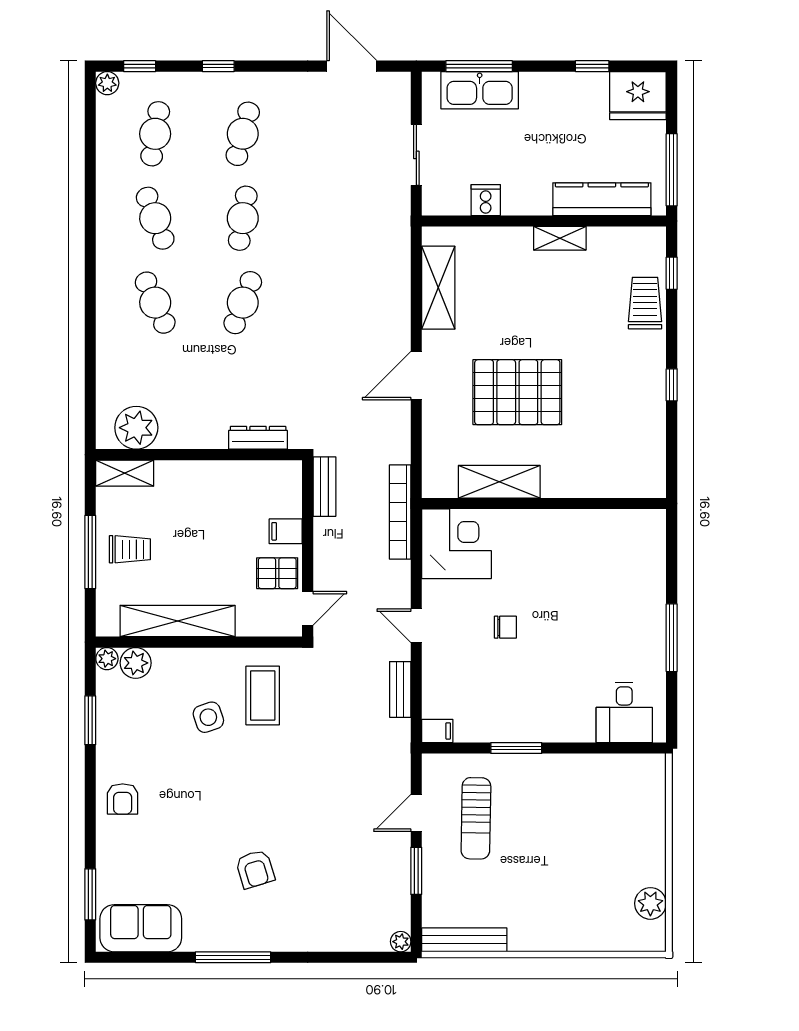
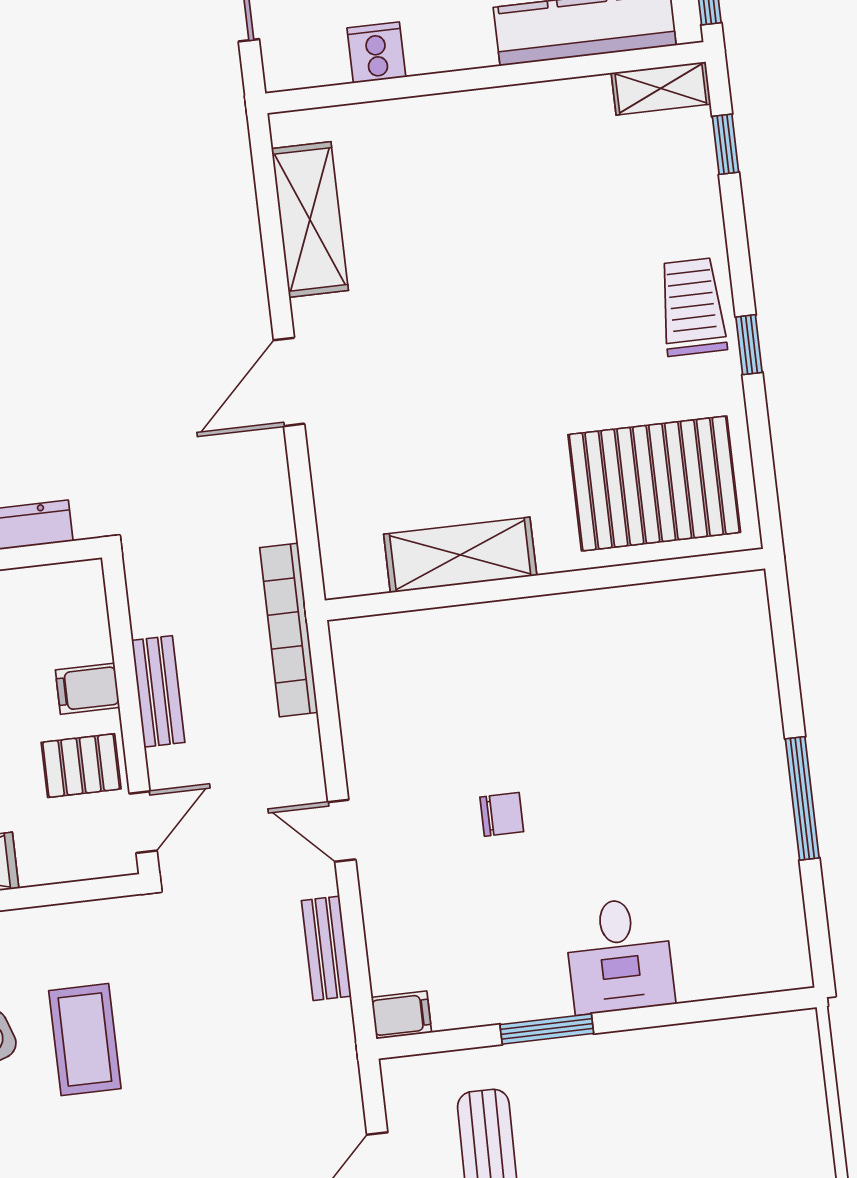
shelving: (560, 238) -> (661, 88), moved
trolley: (645, 303) -> (692, 307), moved
pallet: (517, 392) -> (654, 483), moved
bench: (324, 487) -> (158, 691), moved
corner desk: (457, 544) -> (397, 675), removed
coffee table: (263, 696) -> (85, 1040), moved
desk: (624, 712) -> (619, 955), moved

